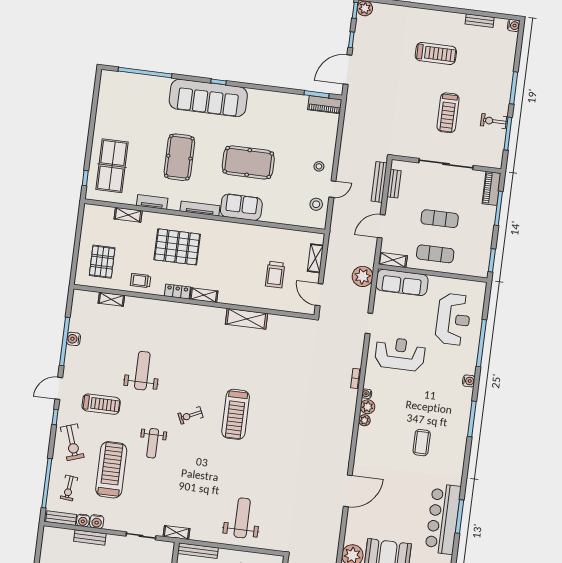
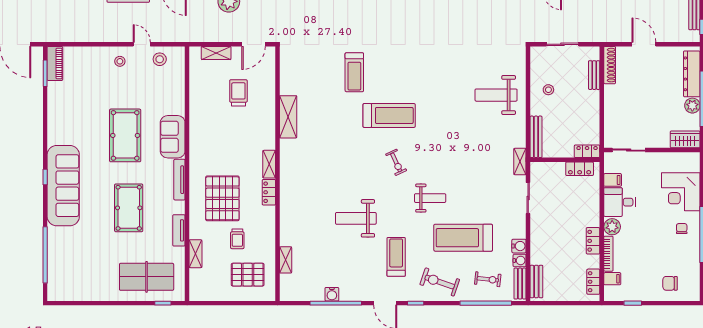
pool table: (179, 157) -> (129, 208), turned 90
trolley: (275, 275) -> (238, 93), turned -90
trolley: (141, 281) -> (237, 239), moved
treadmill: (281, 387) -> (354, 72), added
exercise bike: (72, 442) -> (440, 282), turned -142
bench: (90, 537) -> (536, 281), moved

